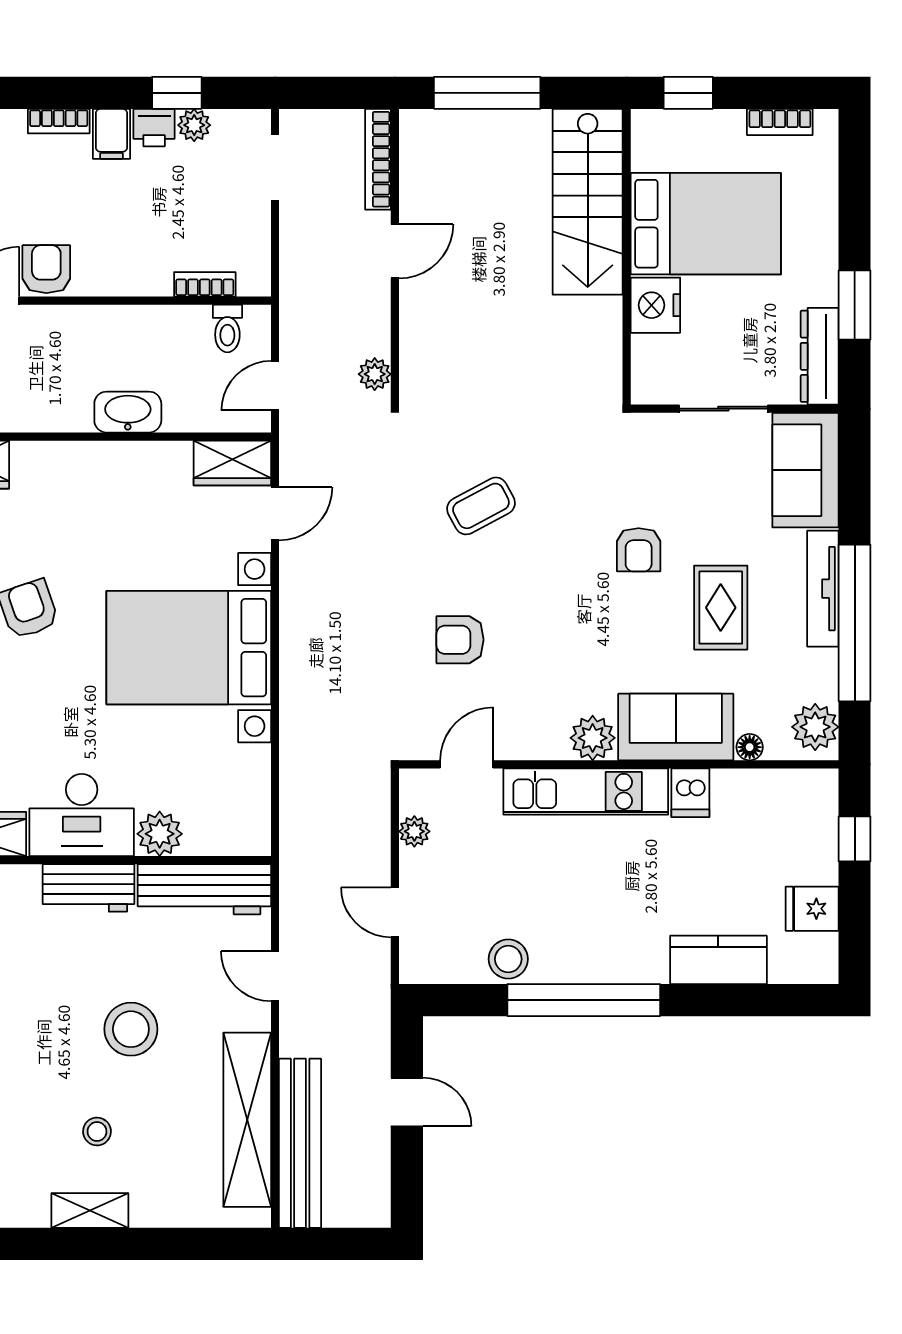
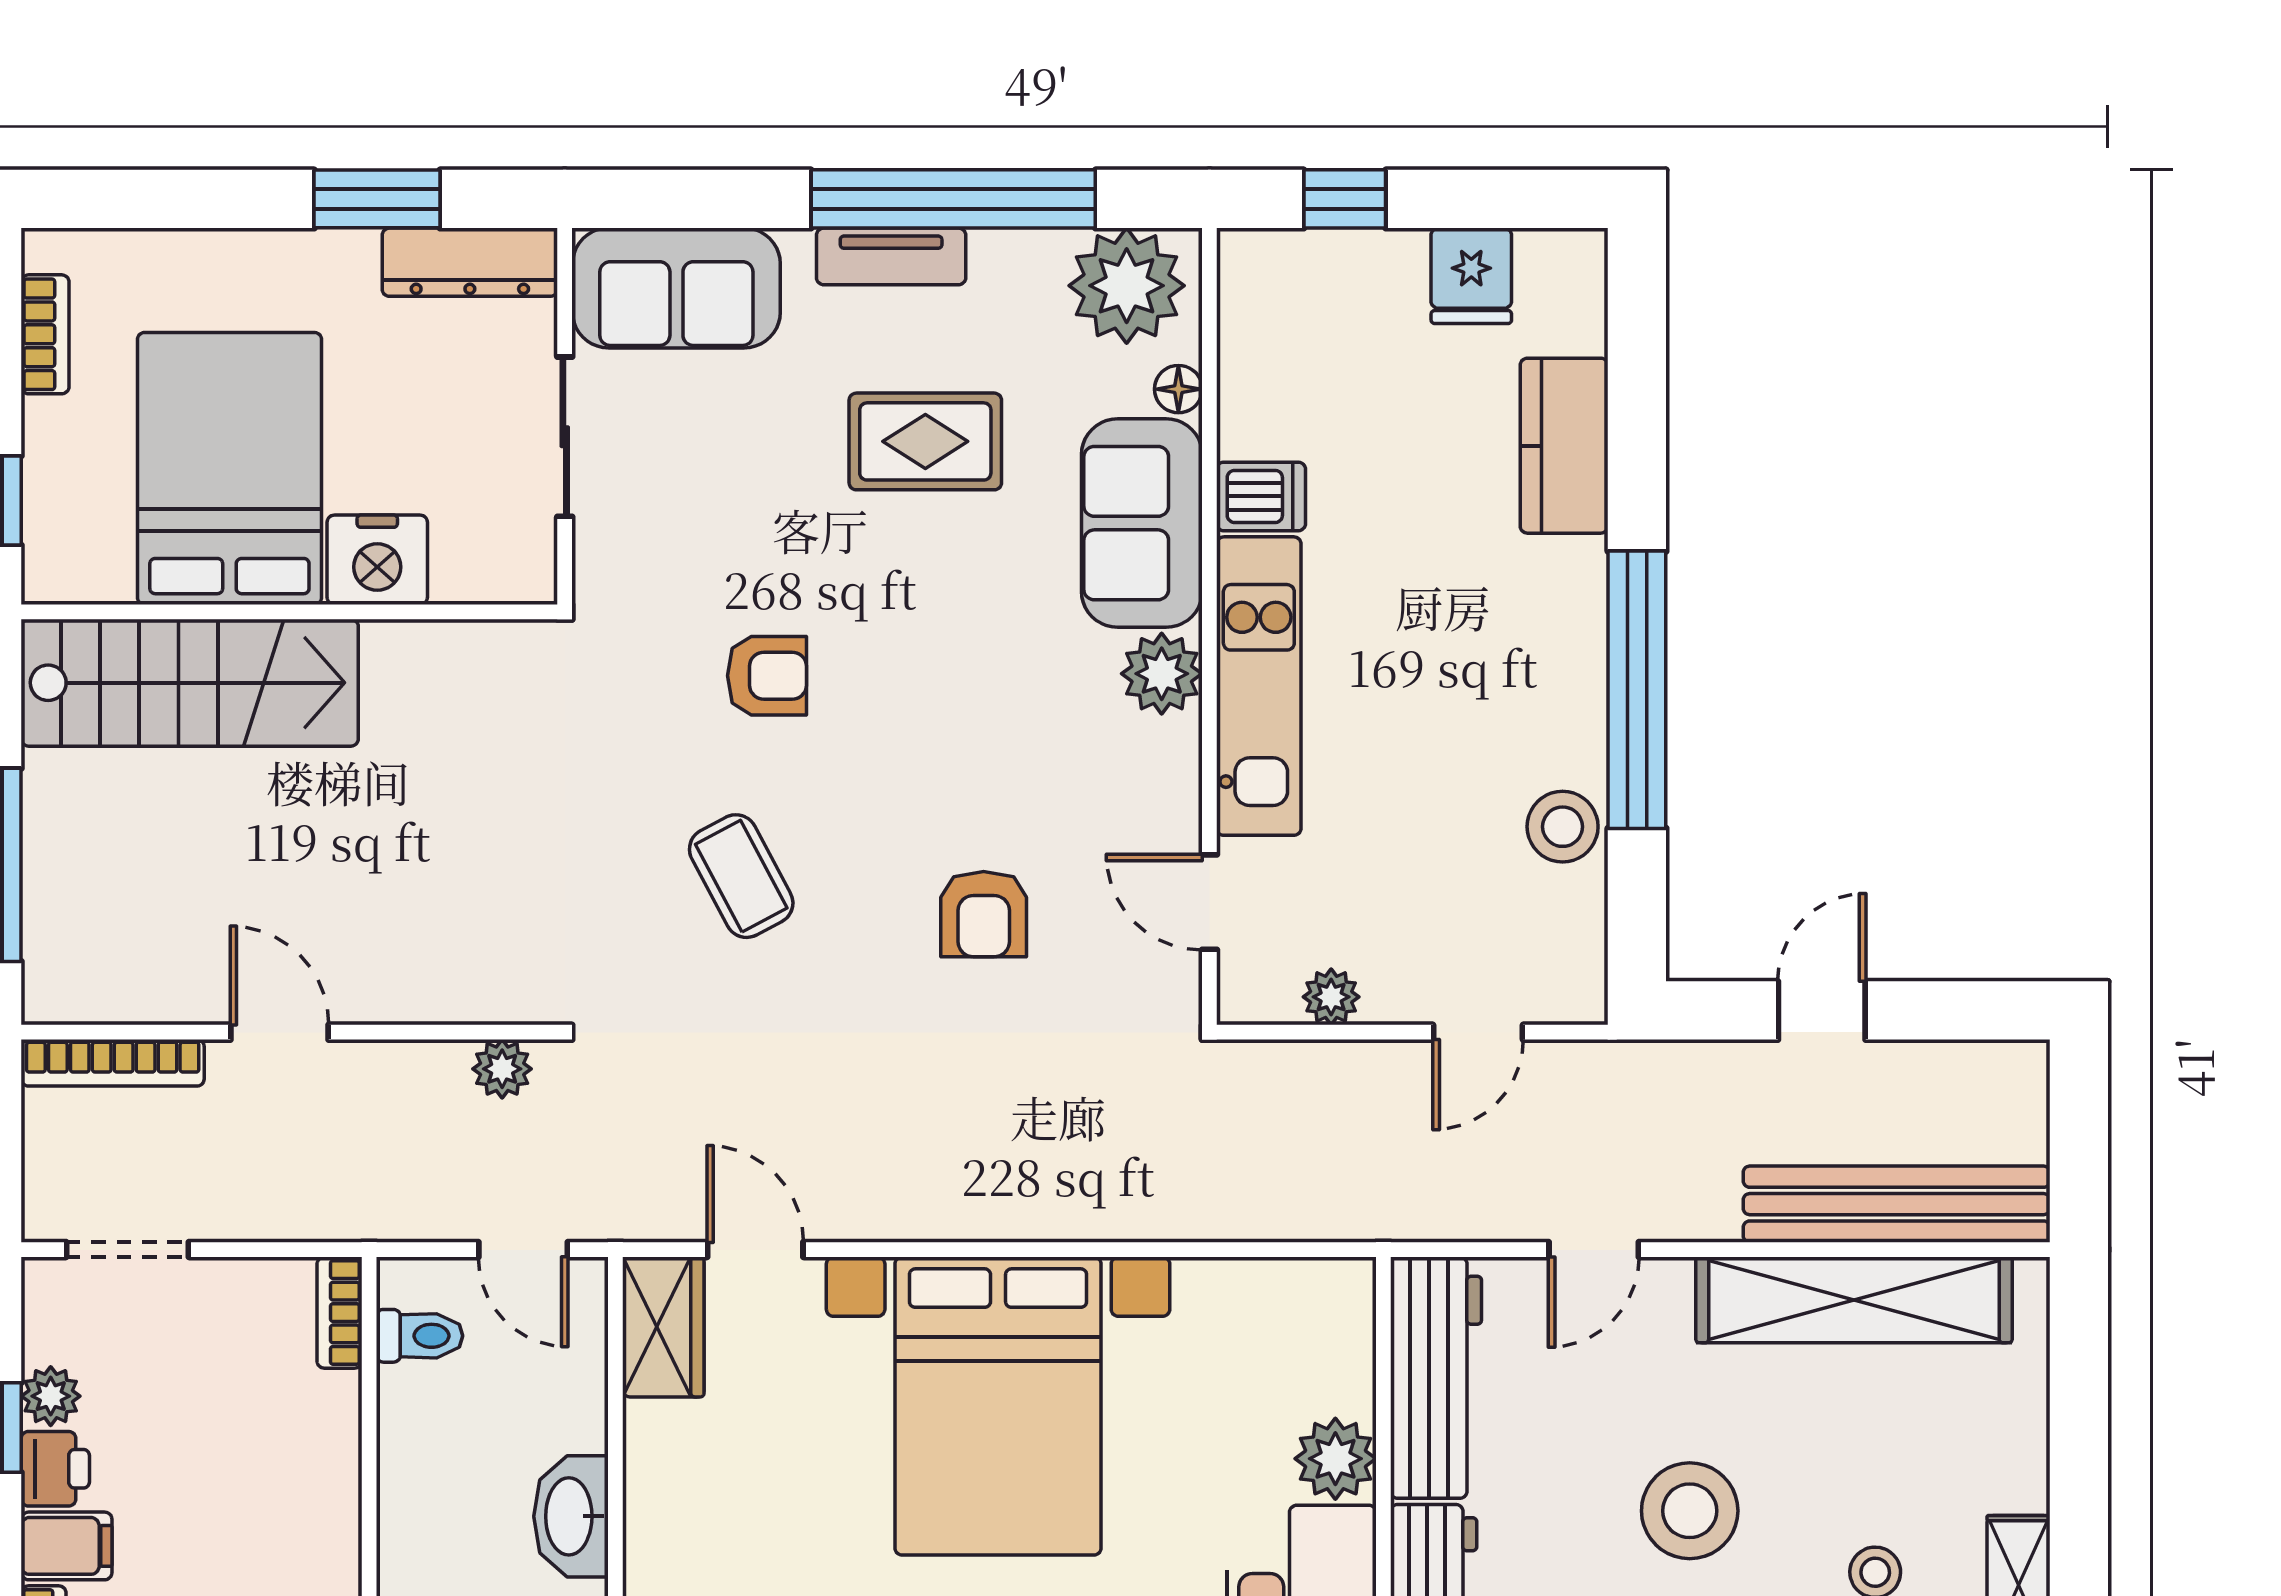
bookcase: (205, 284) -> (339, 1313), moved
armchair: (639, 550) -> (767, 676), moved
tv unit: (823, 589) -> (891, 256), width x0.71
plant: (815, 727) -> (1127, 286), width x1.36, depth x1.36

